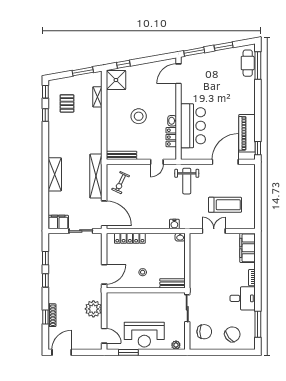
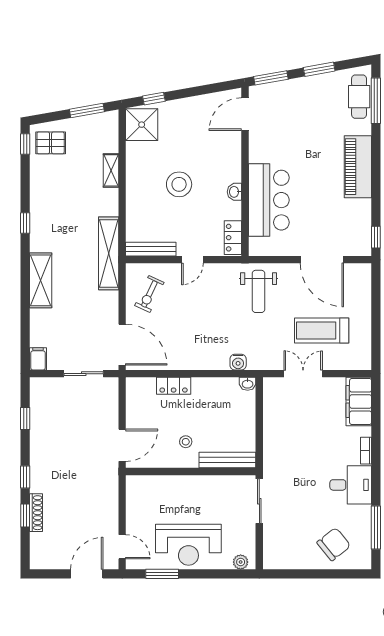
shelving: (97, 97) -> (111, 170), moved
pallet: (67, 103) -> (51, 143), moved, turned 90
window: (45, 115) -> (25, 223), moved
piano: (247, 133) -> (358, 167), moved
locker: (171, 137) -> (233, 238), moved
door: (157, 162) -> (192, 260), moved
door: (225, 162) -> (322, 260), swing flipped
shelving: (96, 176) -> (109, 253), moved
treadmill: (225, 205) -> (322, 331), turned 180
filing cabinet: (58, 222) -> (38, 359), width x0.50
locker: (130, 238) -> (174, 386), width x0.66
window: (45, 280) -> (25, 477), moved
bench: (172, 283) -> (227, 460), width x1.36
plant: (93, 309) -> (105, 502), removed
chair: (204, 332) -> (287, 540), removed
door: (62, 352) -> (87, 574), moved

